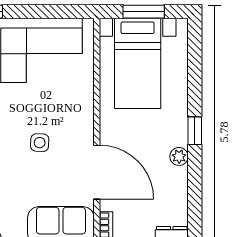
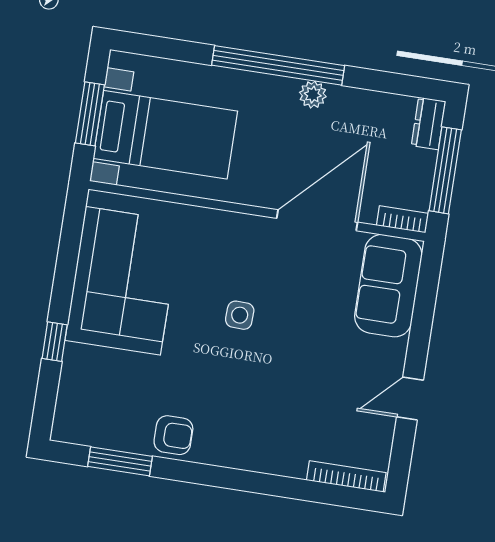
window: (195, 131) -> (278, 65), width x3.17
side table: (40, 143) -> (240, 315), moved

